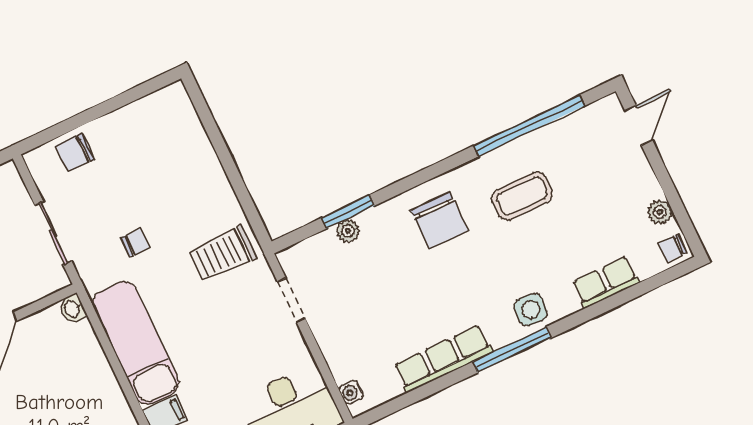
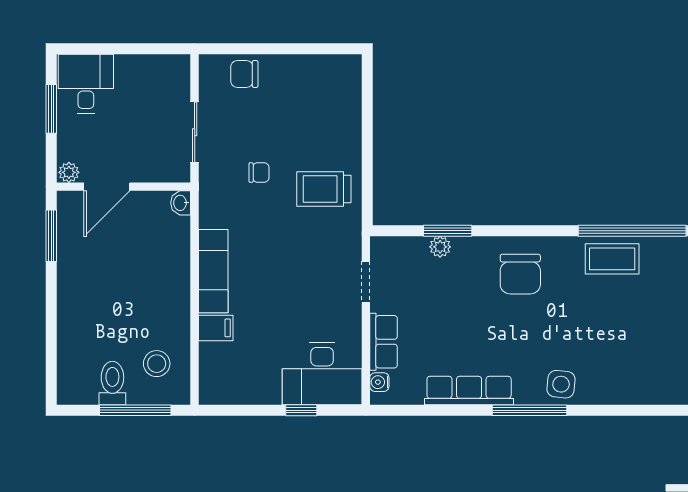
coffee table: (522, 196) -> (612, 259), moved
trolley: (223, 254) -> (324, 189), moved
row of seats: (606, 282) -> (384, 342), moved, turned 90
exam couch: (136, 343) -> (213, 271), width x0.73, depth x0.69

